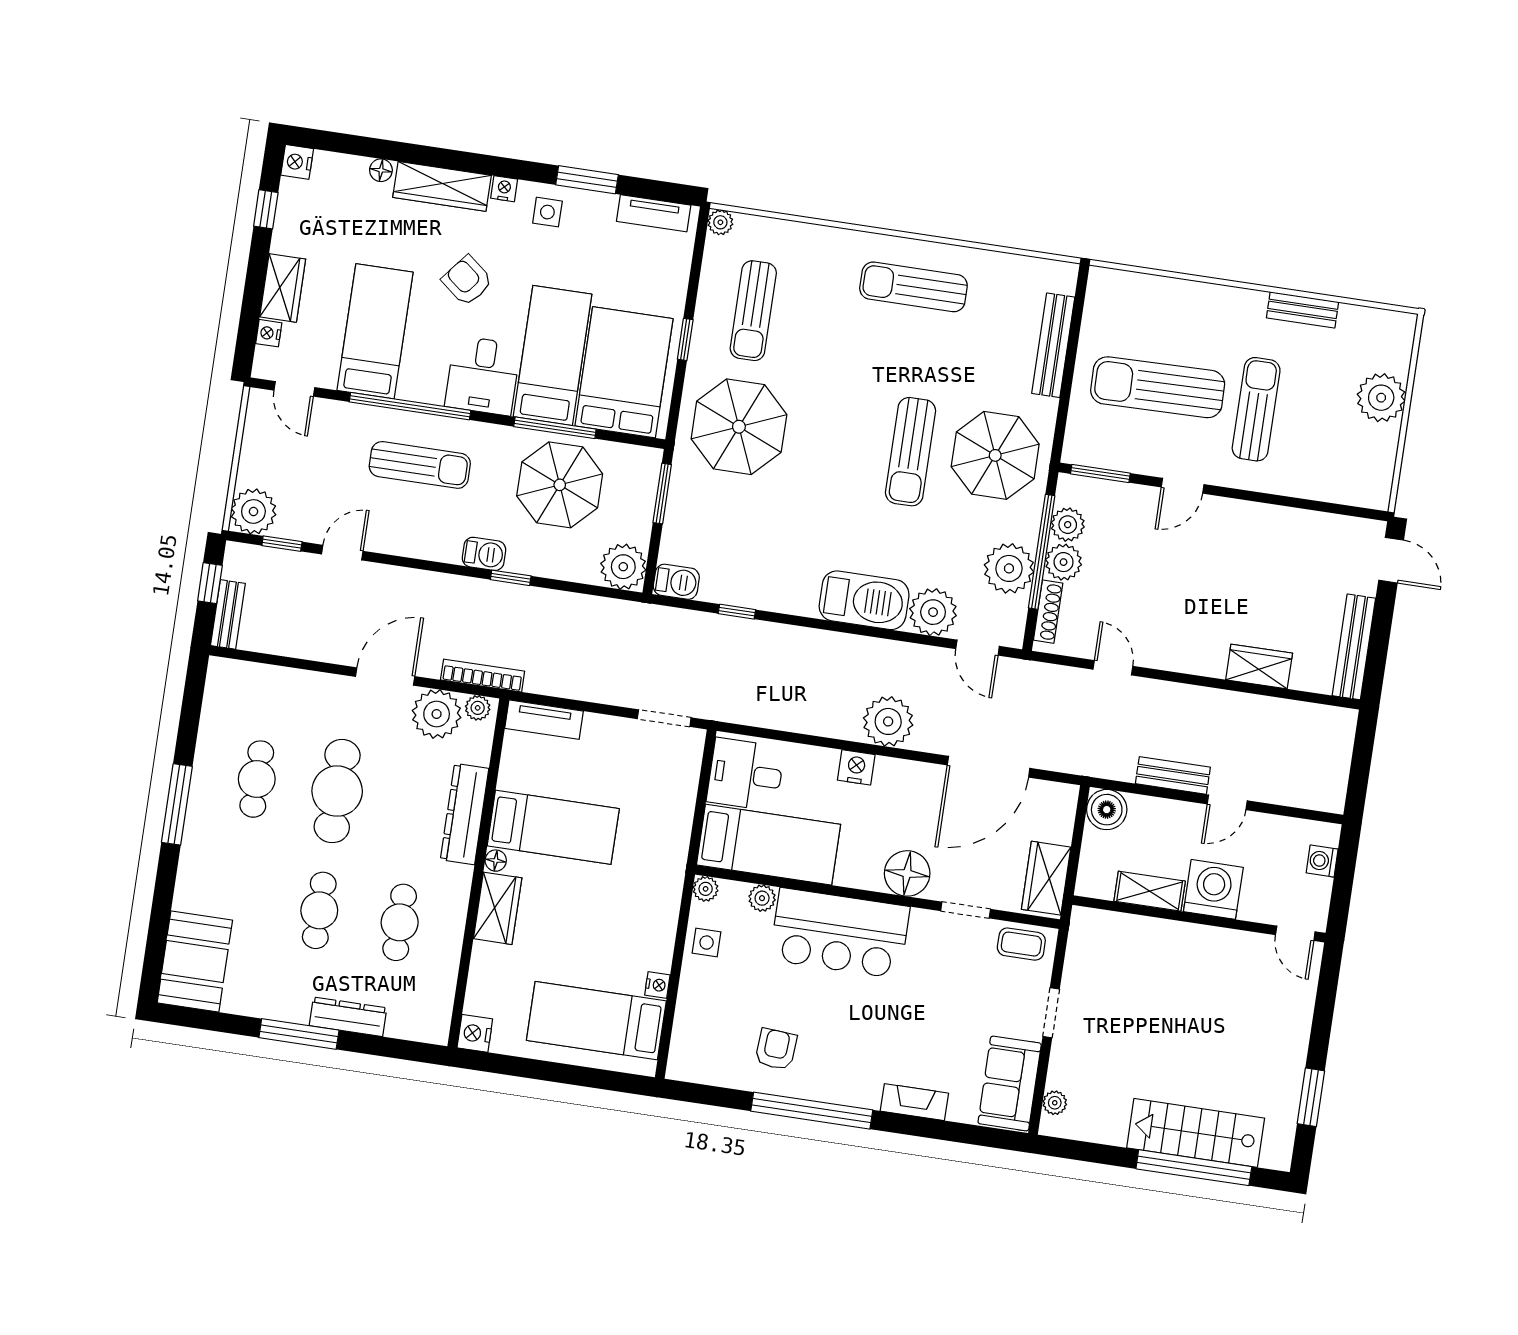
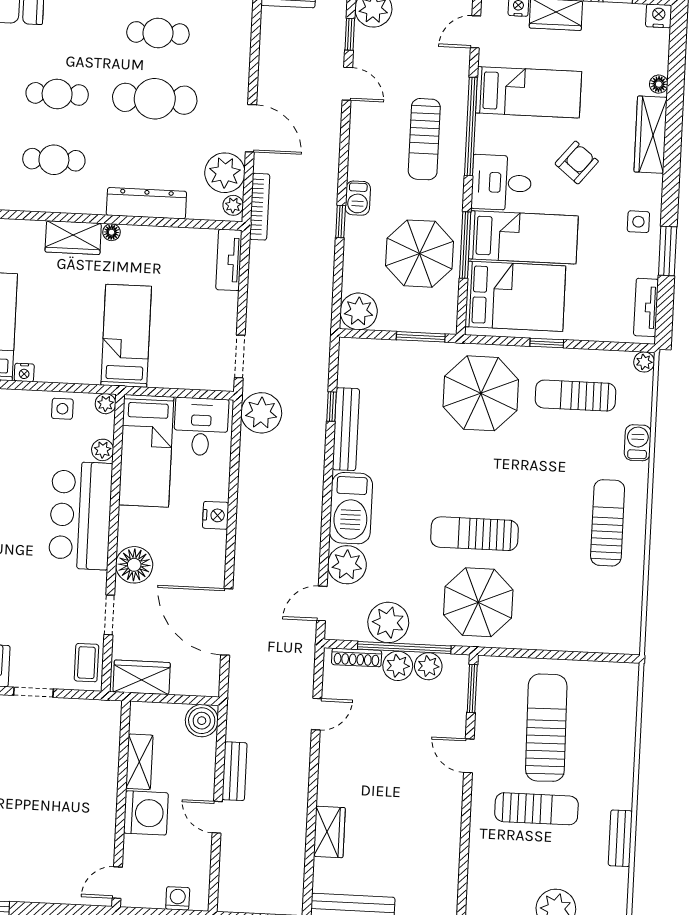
nightstand: (504, 189) -> (654, 185), removed
bench: (1053, 345) -> (346, 429), moved, turned 90
barbecue: (676, 582) -> (638, 443), moved, turned 180
plant: (888, 721) -> (261, 413), moved
bed: (553, 827) -> (126, 336), moved, turned 180

